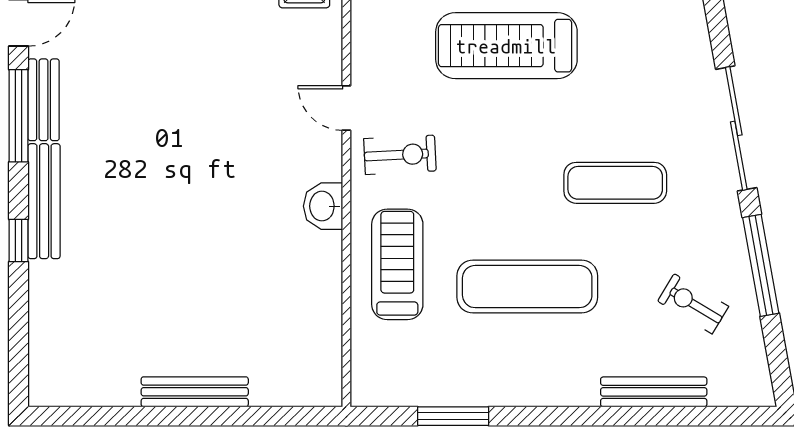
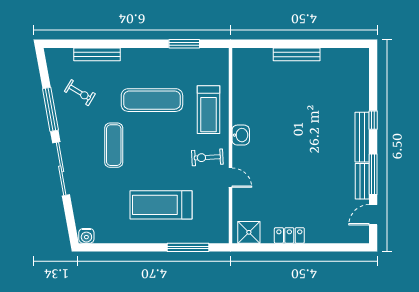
treadmill: (506, 46) -> (161, 205), turned 180
exercise mat: (615, 183) -> (114, 145), turned 90

